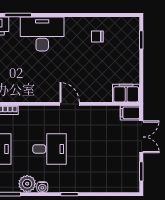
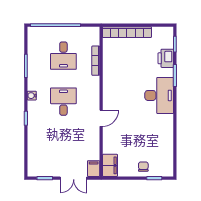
chair: (97, 36) -> (143, 167), moved
desk: (49, 149) -> (63, 102), turned 180
plant: (27, 184) -> (34, 83), removed

